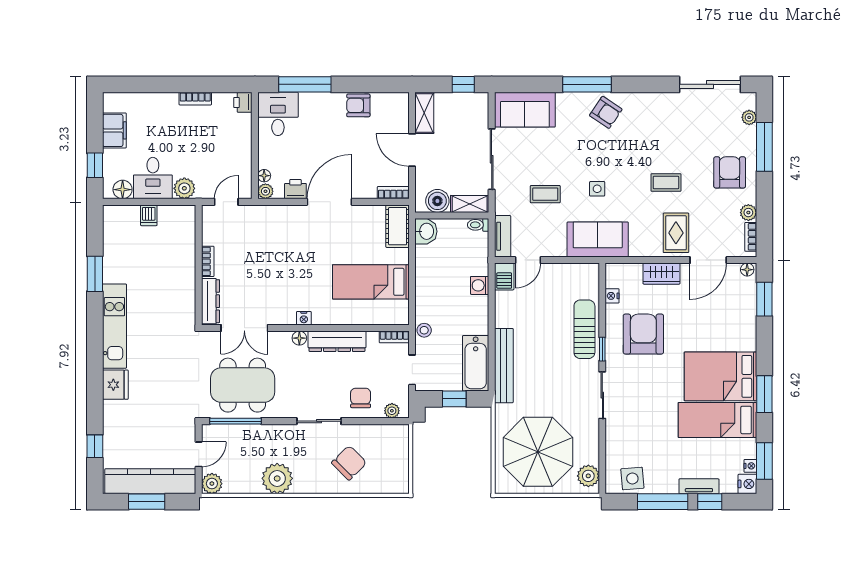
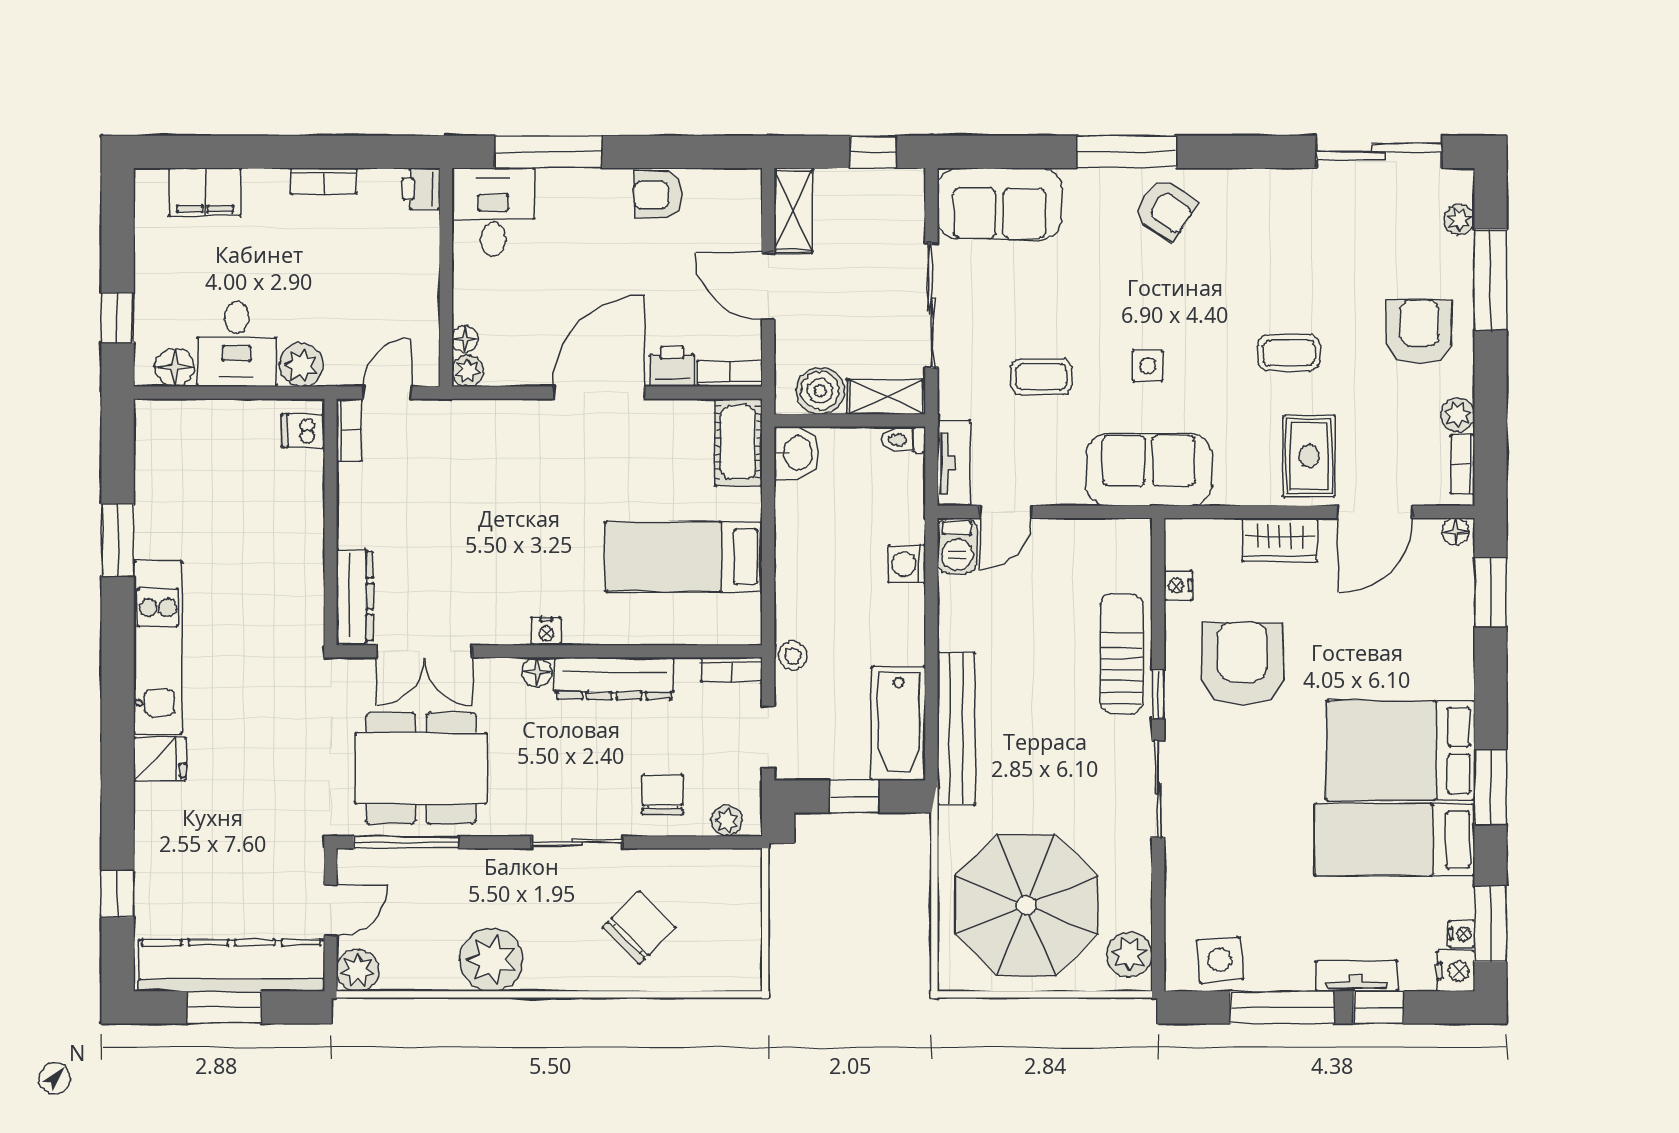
filing cabinet: (114, 130) -> (205, 192), moved, turned 90
printer: (295, 189) -> (672, 367), moved
dishwasher: (149, 215) -> (303, 431), moved, turned 90
bookcase: (208, 261) -> (349, 430), moved
fridge: (115, 385) -> (160, 759), width x0.72

